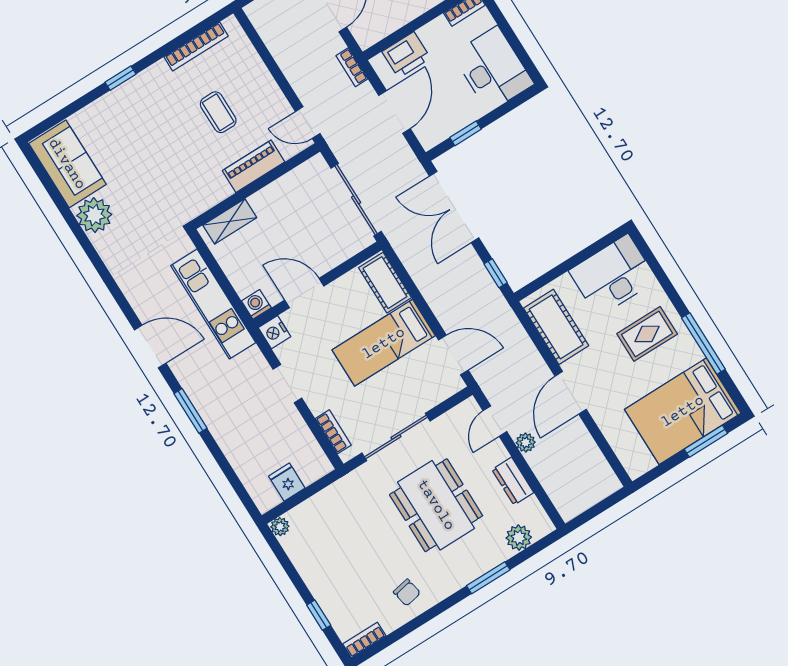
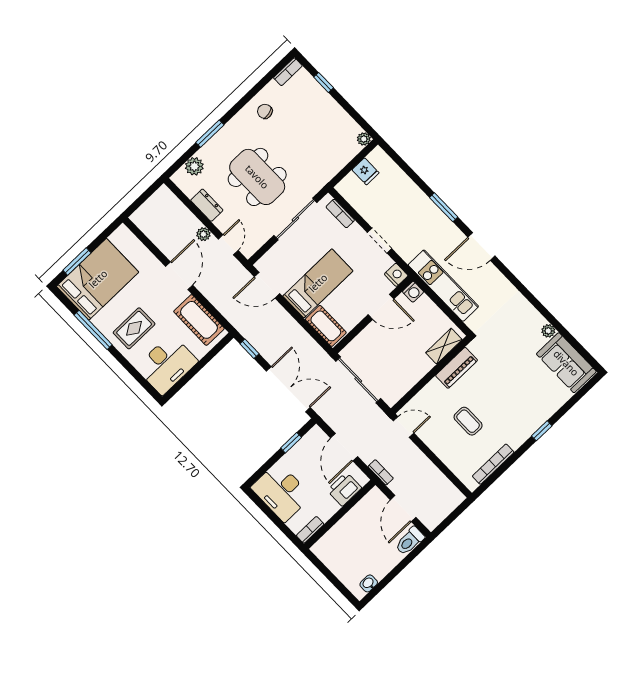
piano: (254, 166) -> (457, 368), moved
plant: (94, 215) -> (548, 331), width x0.53, depth x0.53

